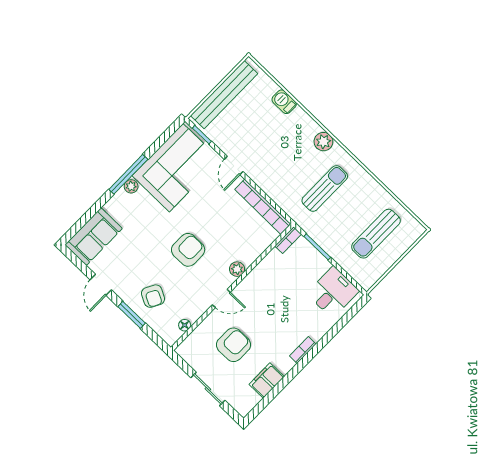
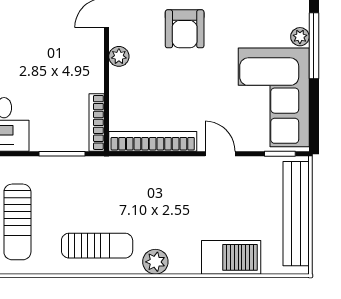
barbecue: (284, 102) -> (231, 257), width x1.88, depth x1.53
sun lounger: (325, 188) -> (97, 246), moved, turned -90
sun lounger: (376, 234) -> (17, 222), turned 180
bookcase: (288, 240) -> (97, 122), width x1.56

